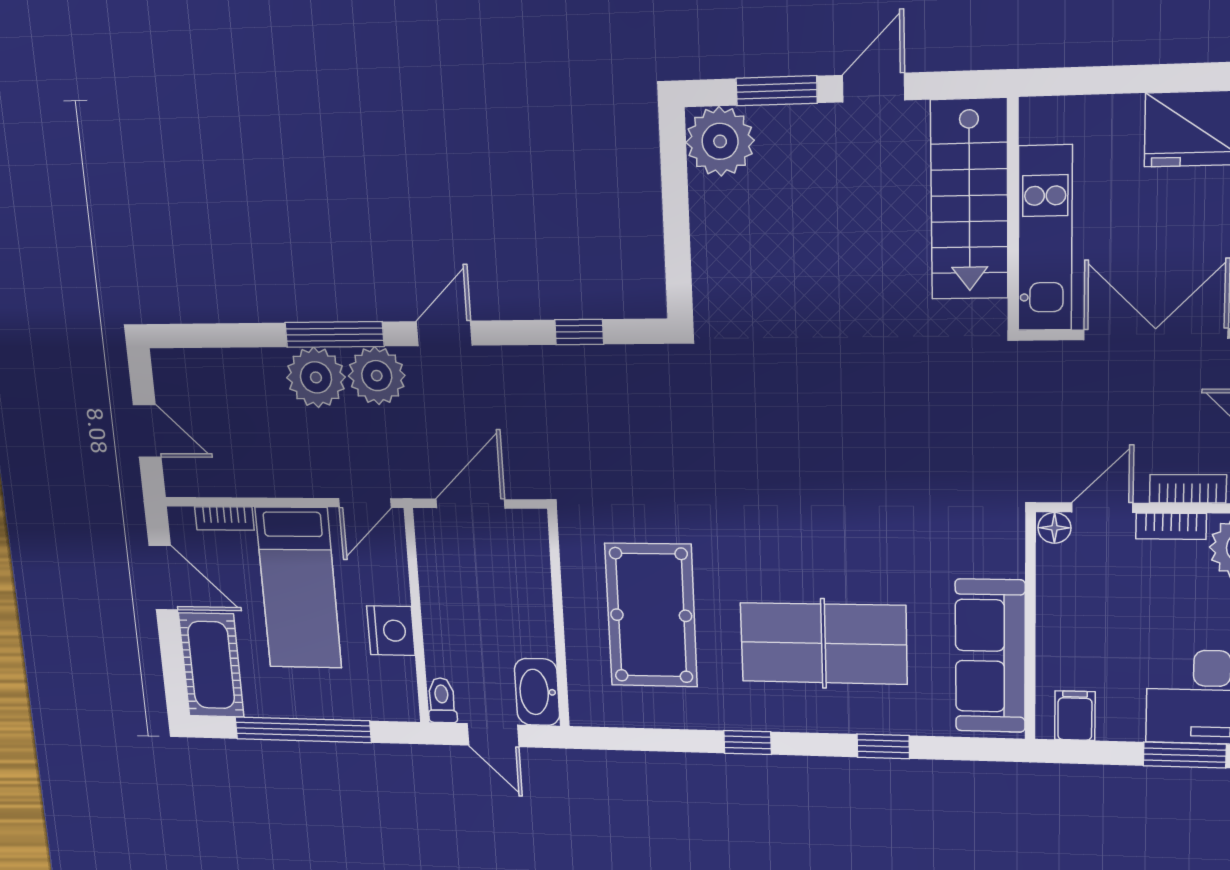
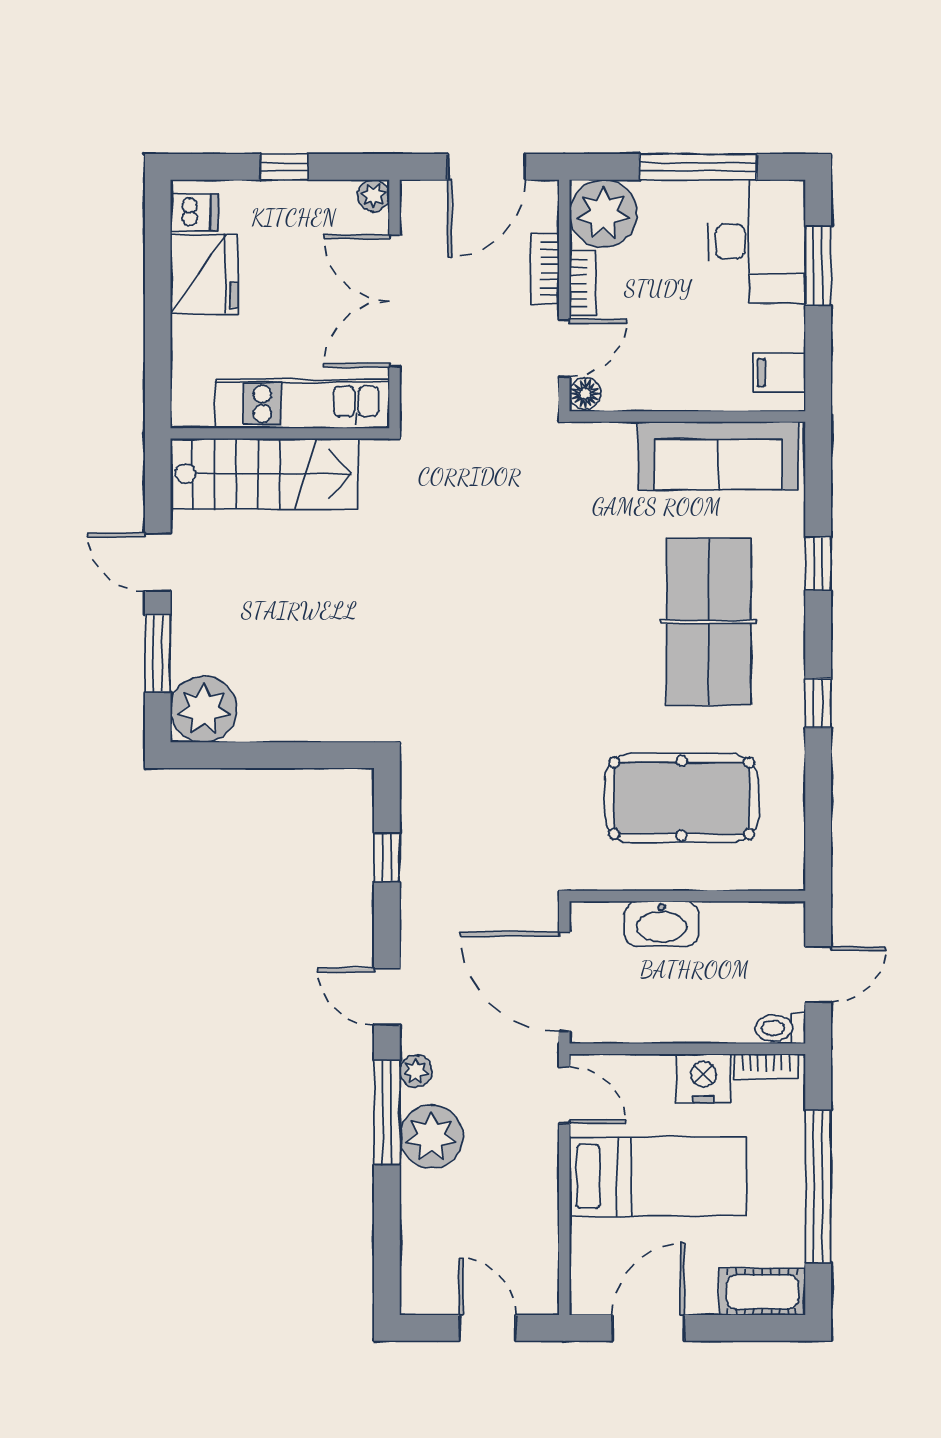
plant: (377, 376) -> (416, 1071), width x0.53, depth x0.53
door: (147, 431) -> (487, 1328), hinge flipped
door: (470, 504) -> (564, 982), width x1.36
door: (1102, 508) -> (564, 348), swing flipped
bookcase: (224, 518) -> (766, 1067), moved, turned 90
cot: (211, 665) -> (762, 1292), width x0.73, depth x0.75
washbasin: (537, 692) -> (661, 924), moved

